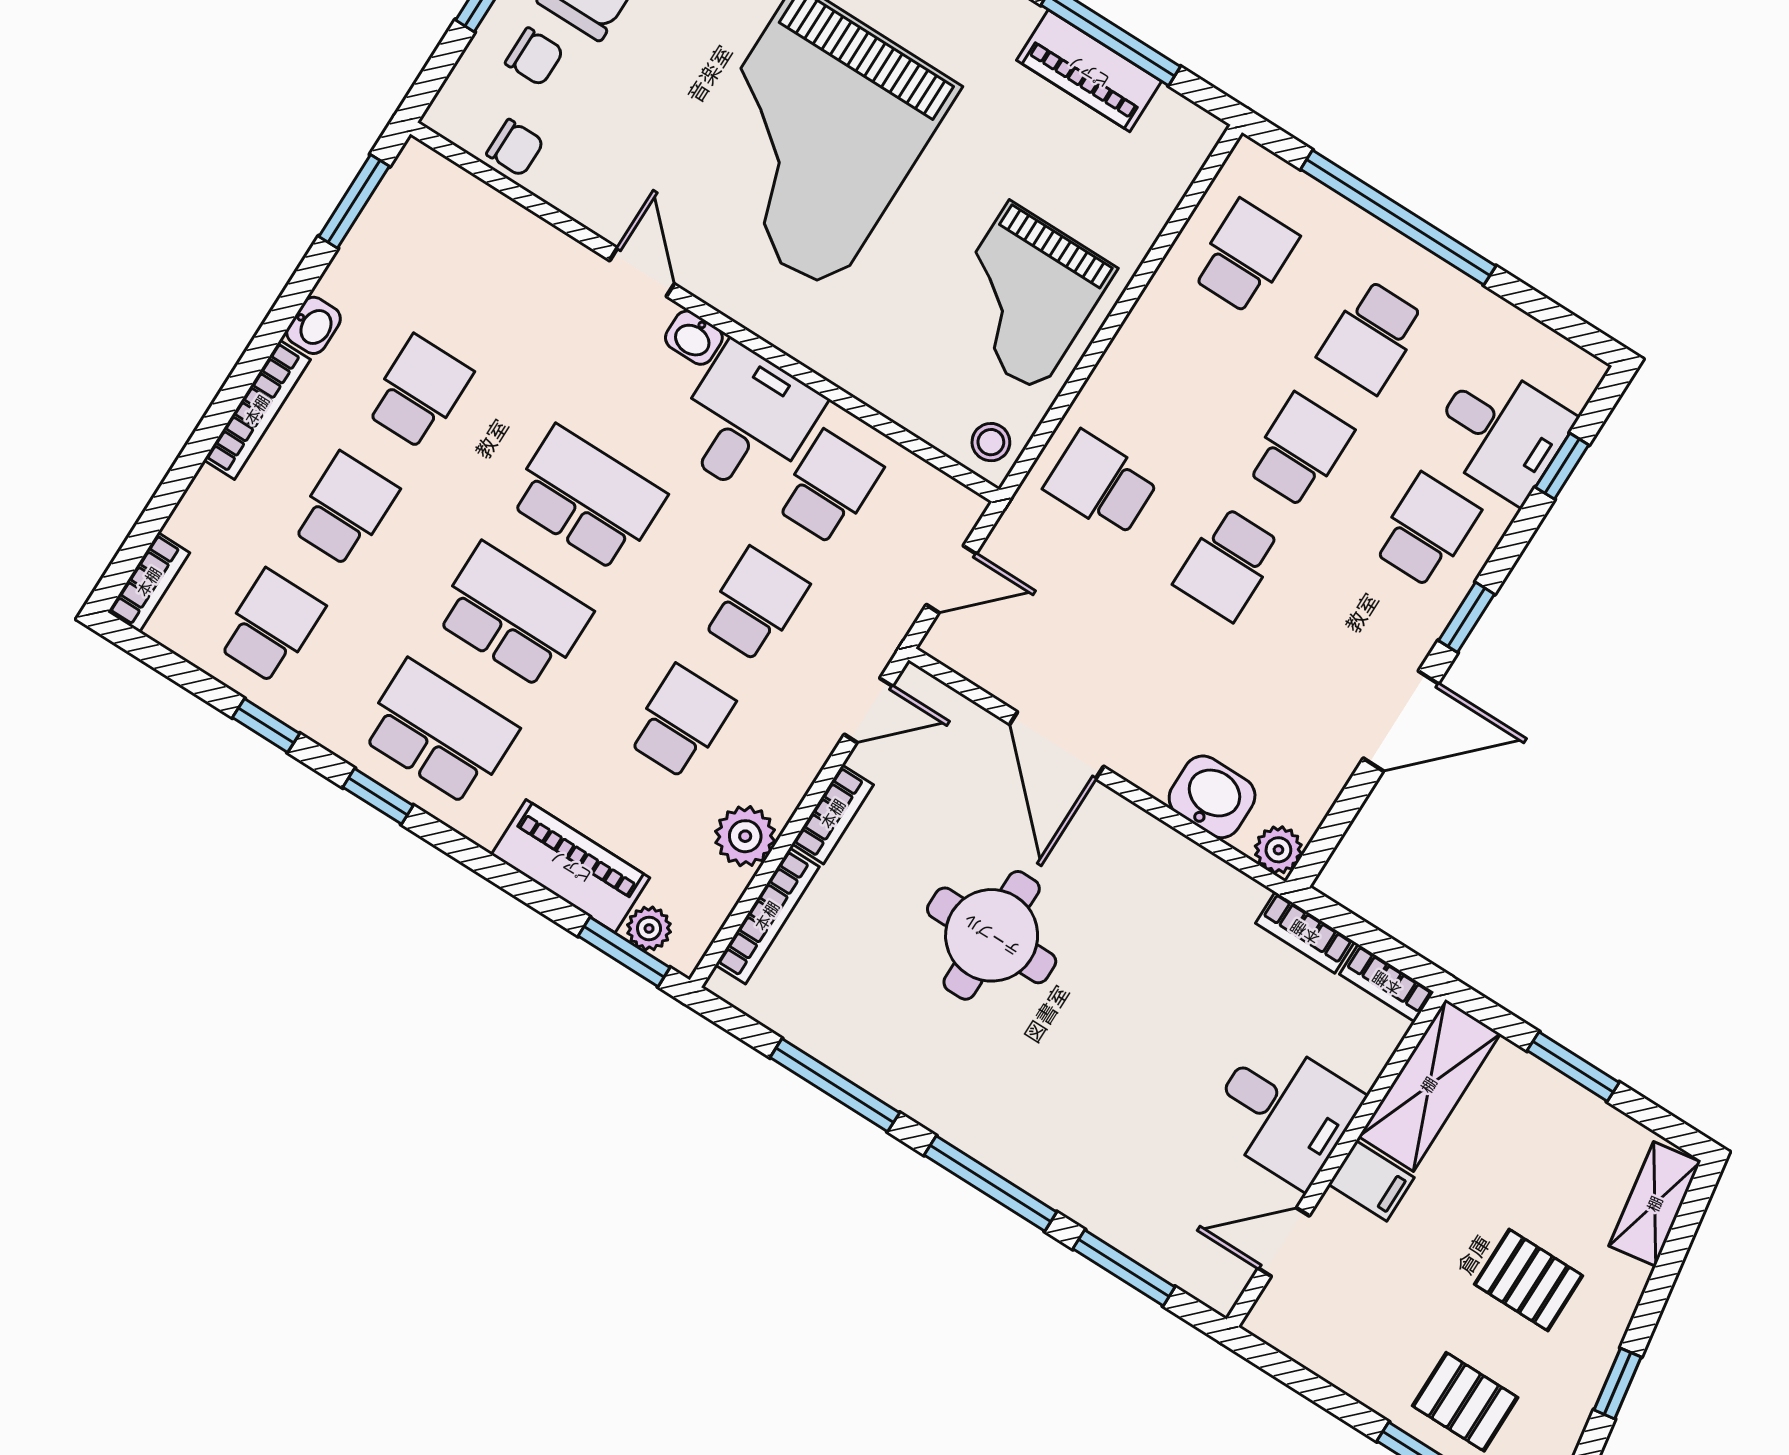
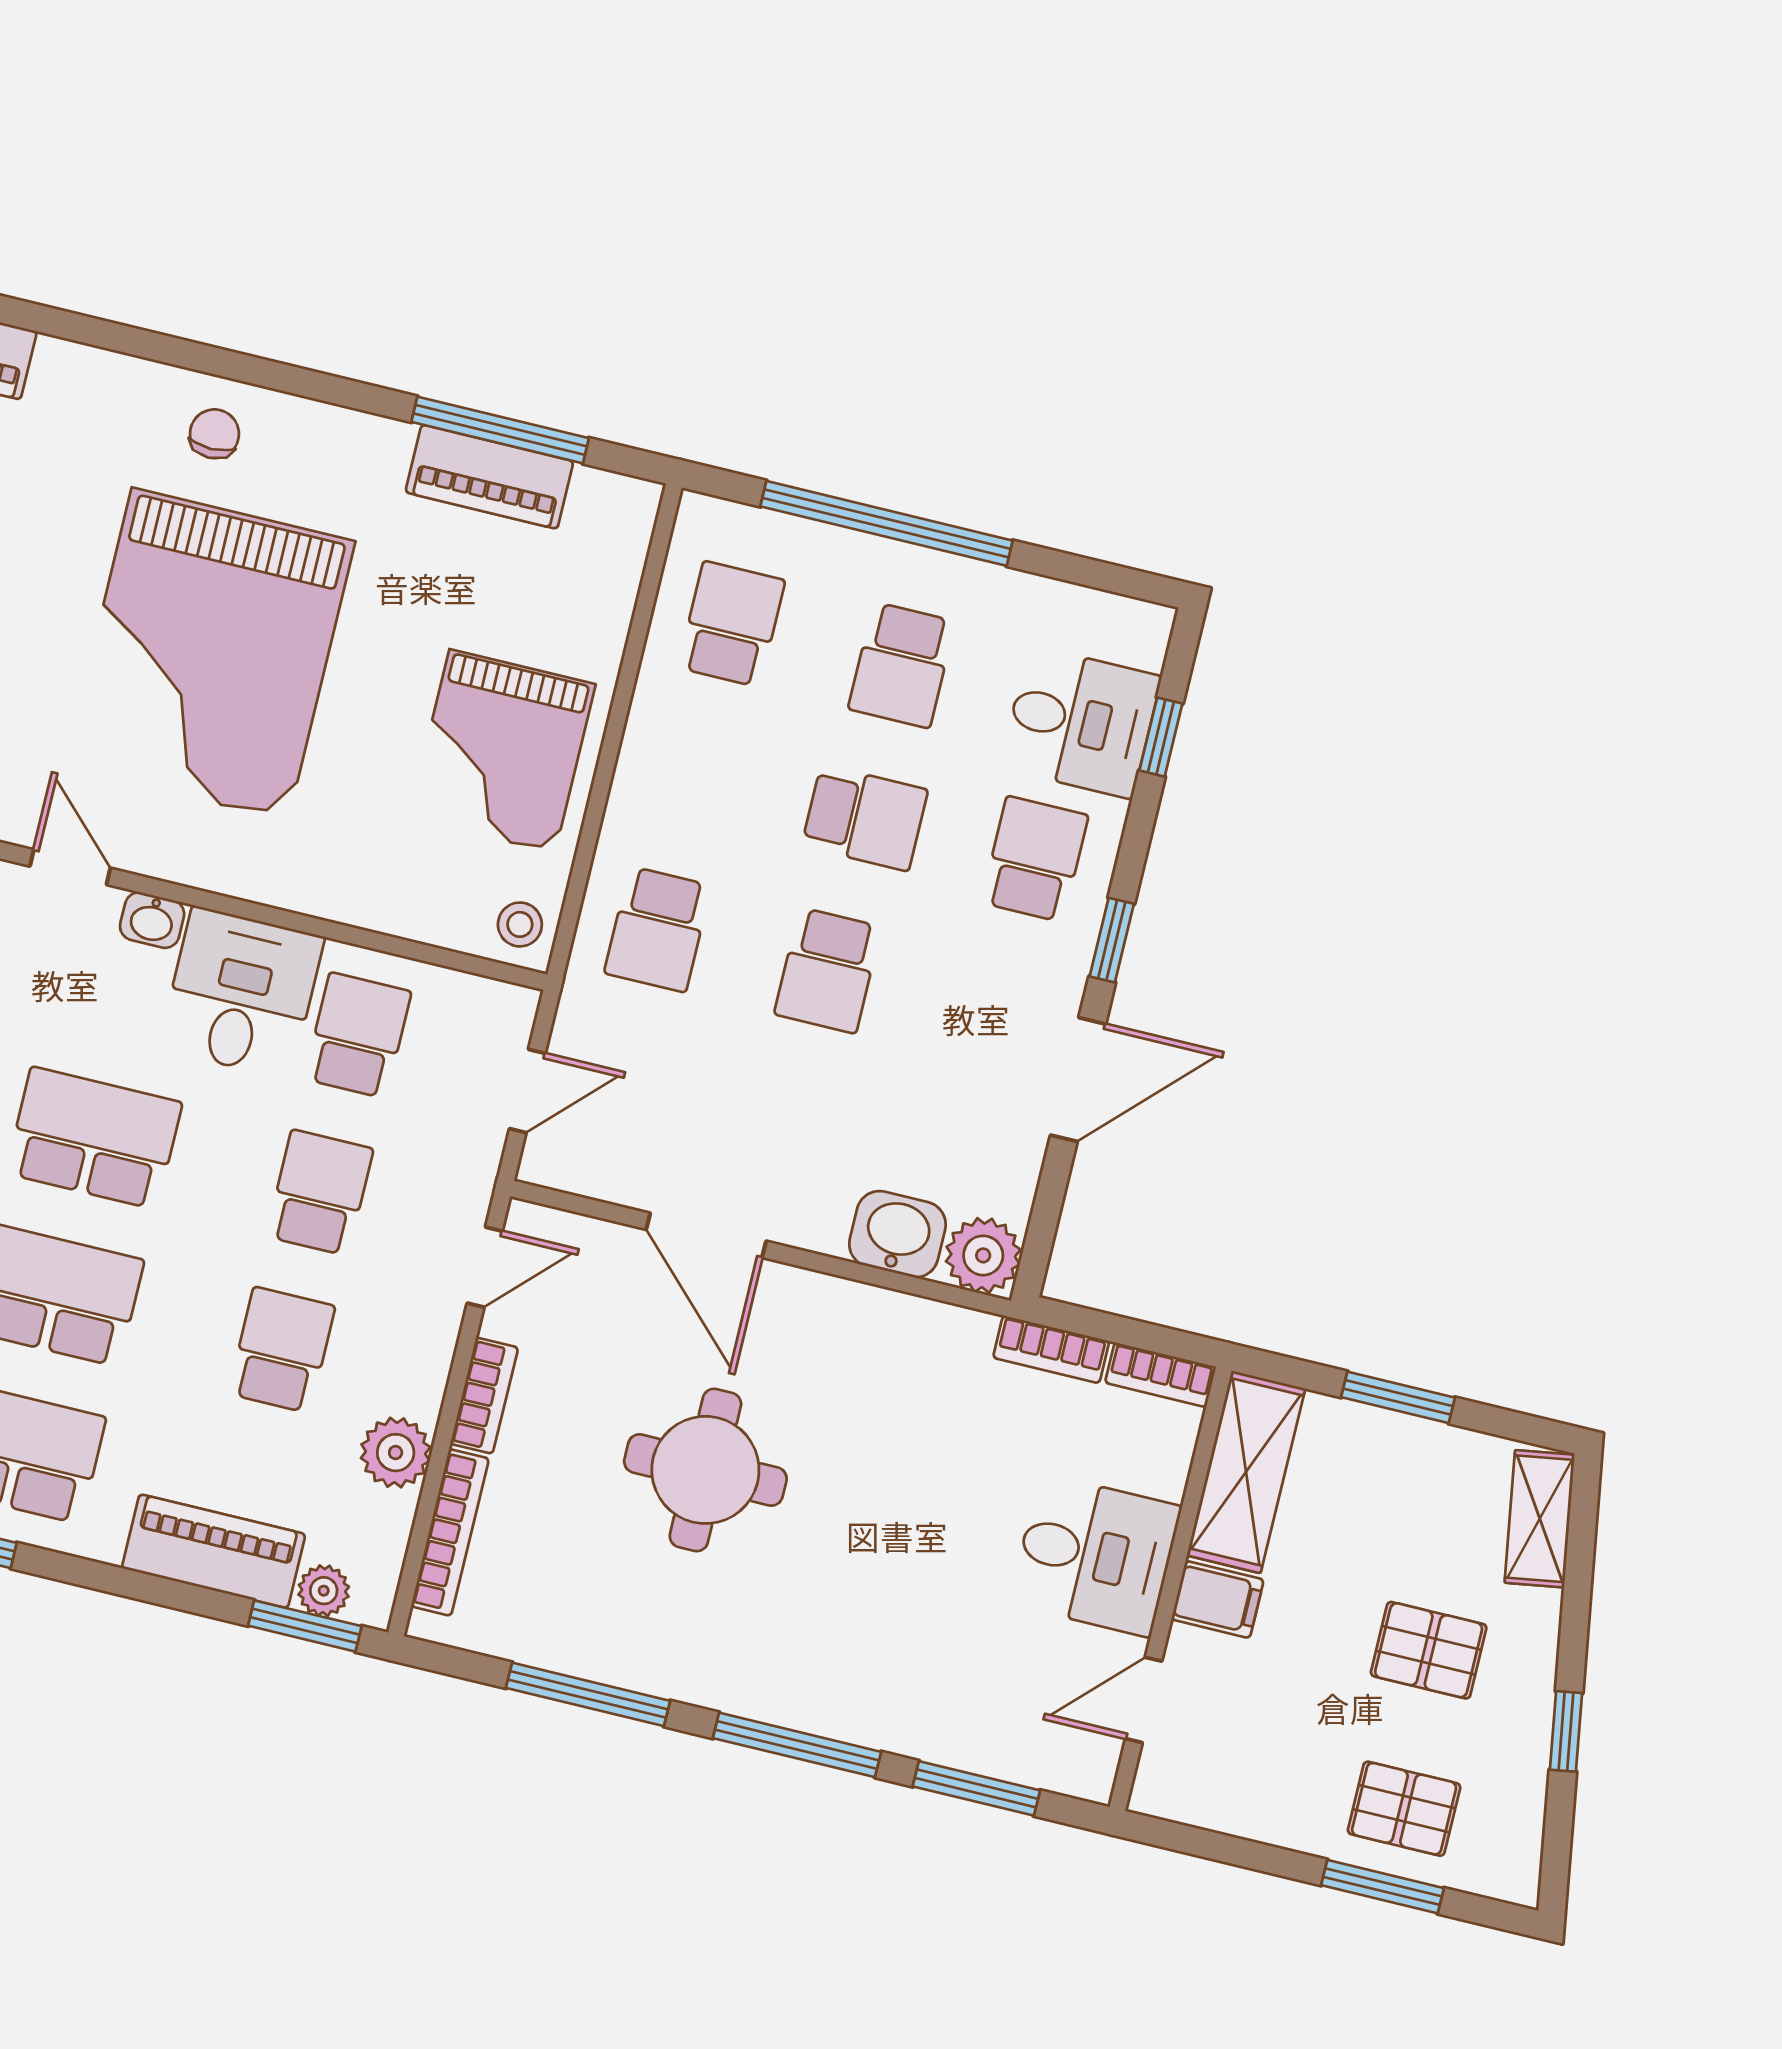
school desk: (1300, 450) -> (865, 818), turned 90
school desk: (1101, 484) -> (658, 929), turned -90
plant: (1278, 850) -> (983, 1255), width x1.38, depth x1.38

